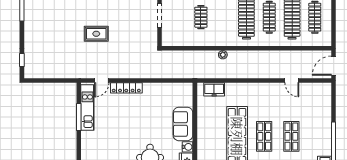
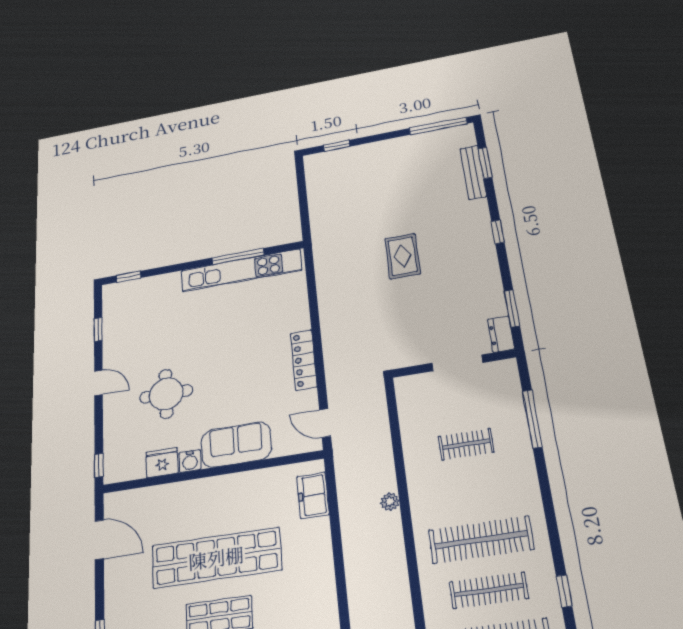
door: (102, 81) -> (325, 423), moved
locker: (126, 88) -> (304, 360), moved
kitchen unit: (87, 107) -> (241, 270), width x1.36

